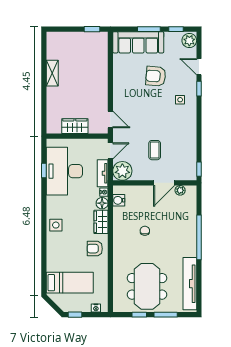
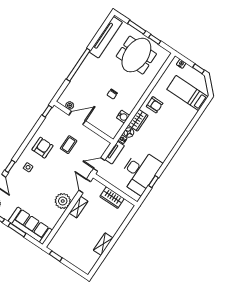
armchair: (156, 76) -> (42, 148), moved, turned -95
shelving: (102, 94) -> (78, 207), added
plant: (122, 171) -> (63, 201), moved
water cooler: (119, 200) -> (123, 117), moved
side table: (56, 225) -> (170, 139), removed

